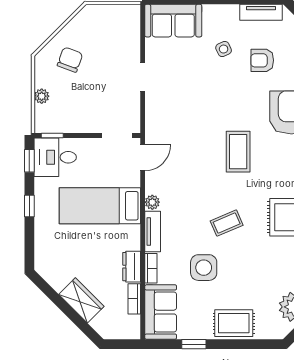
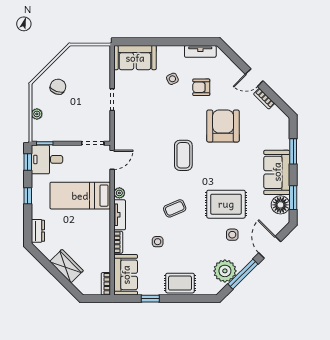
dresser: (132, 267) -> (38, 231), moved, turned 180
side table: (204, 268) -> (158, 242), width x0.54, depth x0.54
bookcase: (134, 299) -> (106, 284), moved

